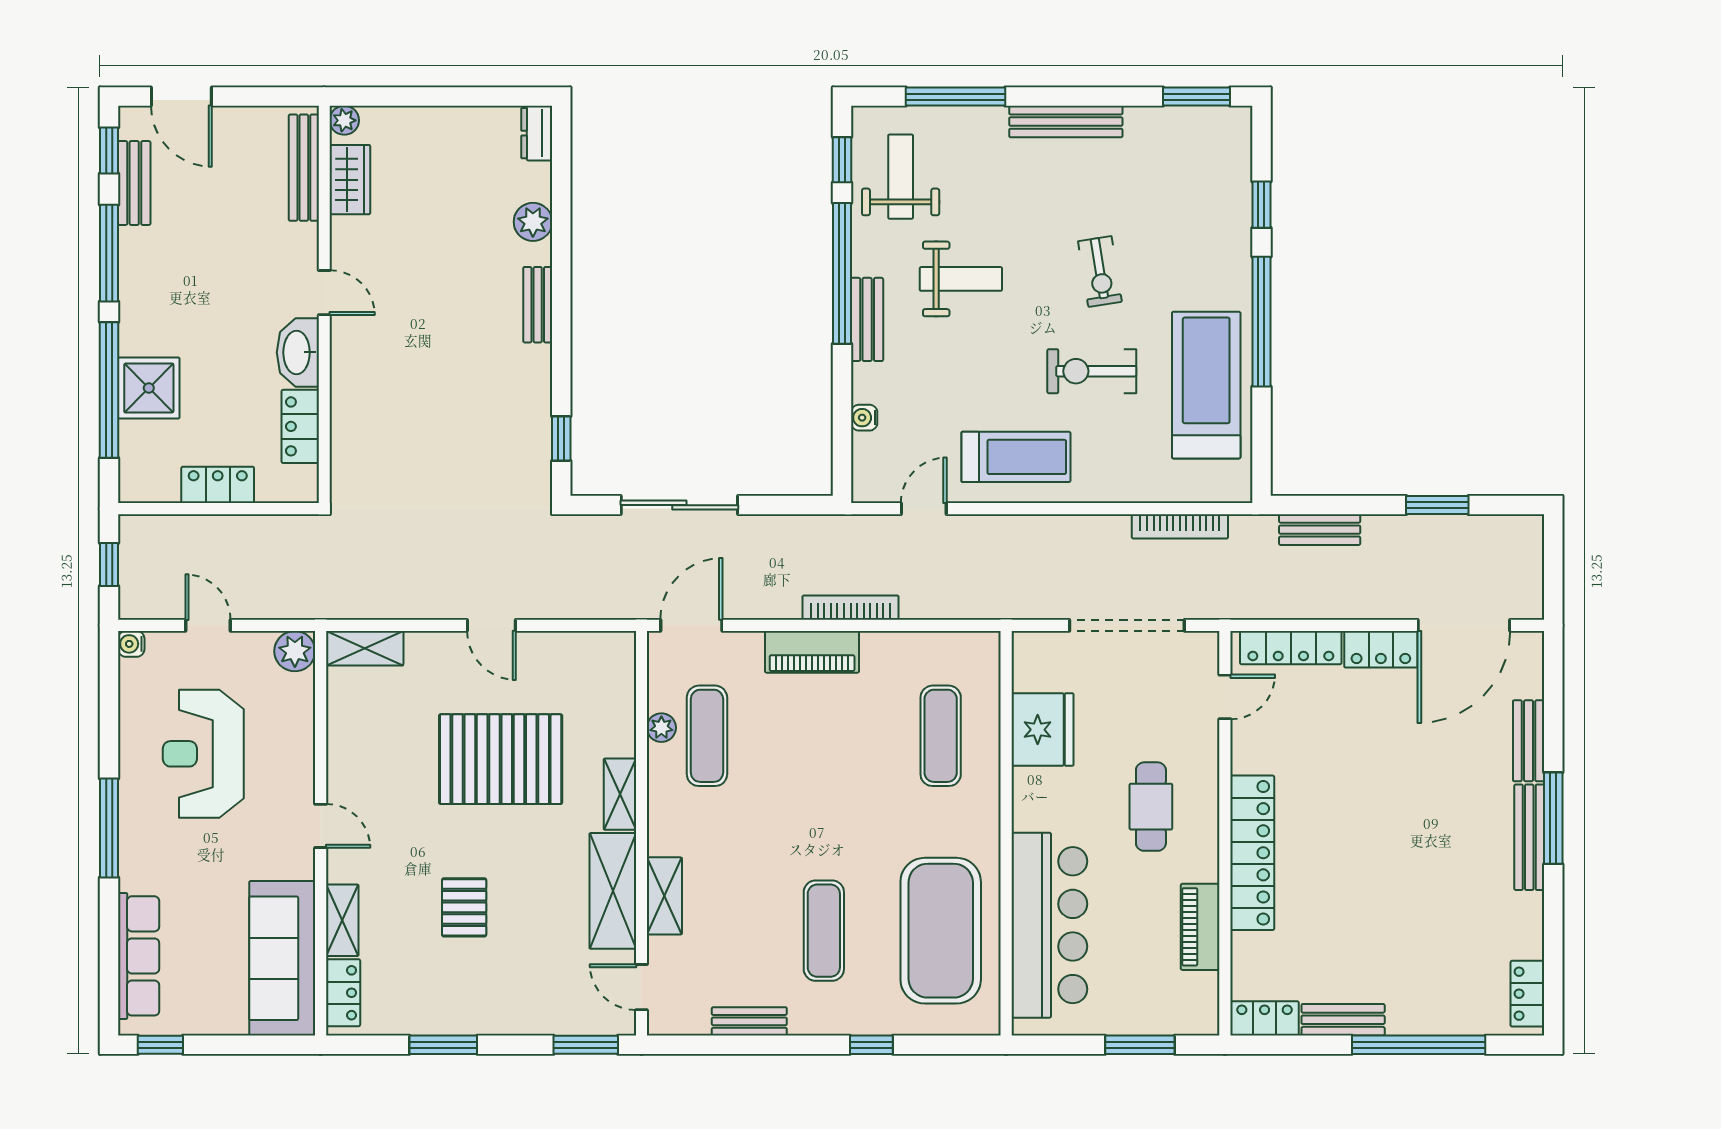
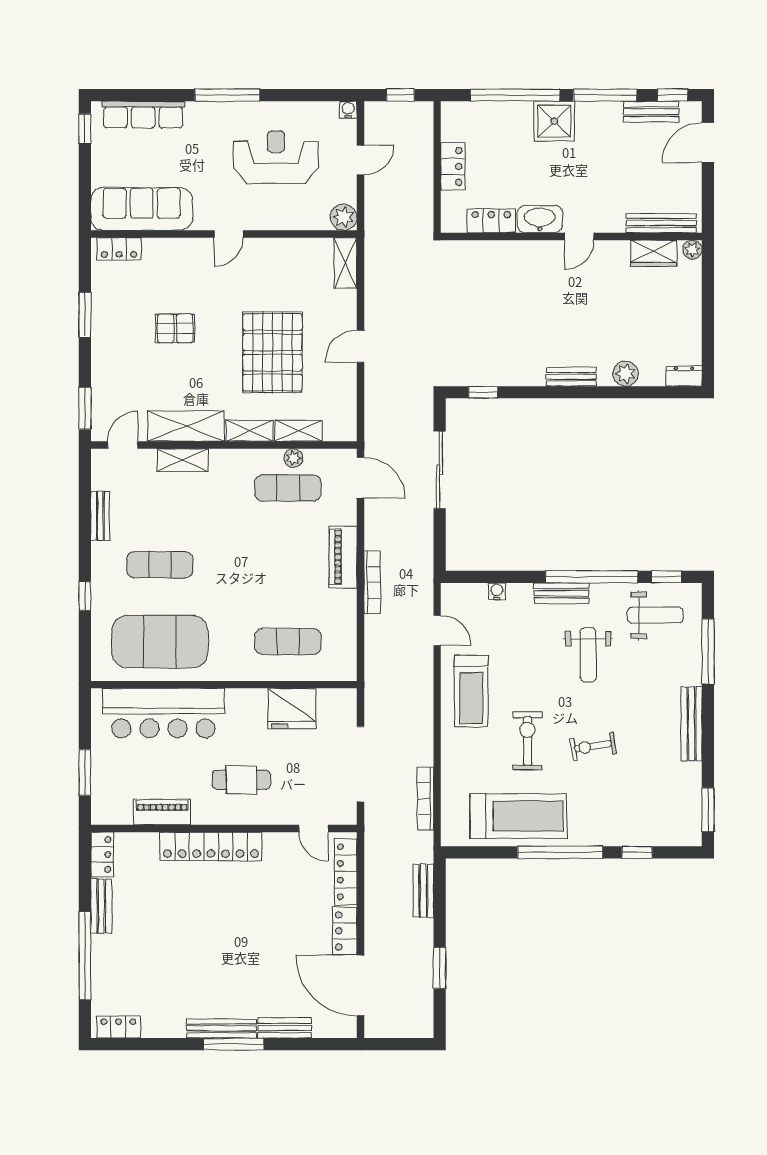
shower: (149, 388) -> (554, 121), moved
shelving: (342, 920) -> (299, 431), moved

